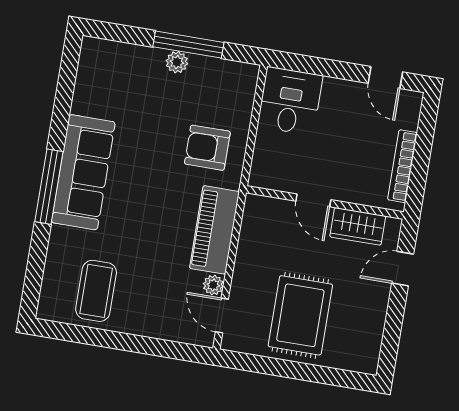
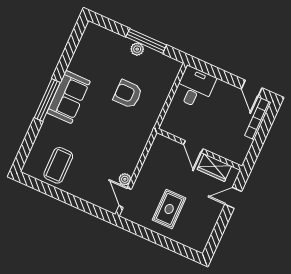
armchair: (207, 148) -> (128, 94), moved
bookcase: (402, 166) -> (258, 119), moved
sofa: (83, 172) -> (69, 97), width x0.73
piano: (214, 230) -> (134, 149), removed
rug: (300, 315) -> (169, 209), width x0.73, depth x0.70

